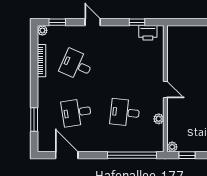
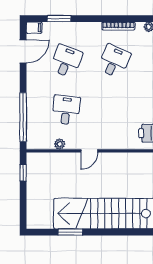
desk: (76, 112) -> (66, 61), turned 30
filing cabinet: (43, 144) -> (34, 28), added
plant: (172, 147) -> (31, 158), removed

